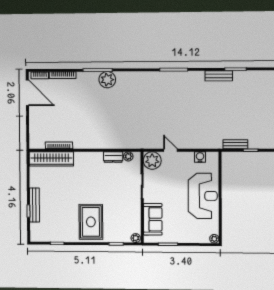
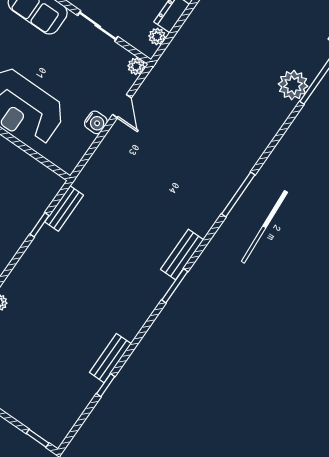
door: (171, 150) -> (122, 106), hinge flipped
water cooler: (200, 157) -> (96, 122), moved
plant: (152, 161) -> (136, 66), width x0.53, depth x0.53

